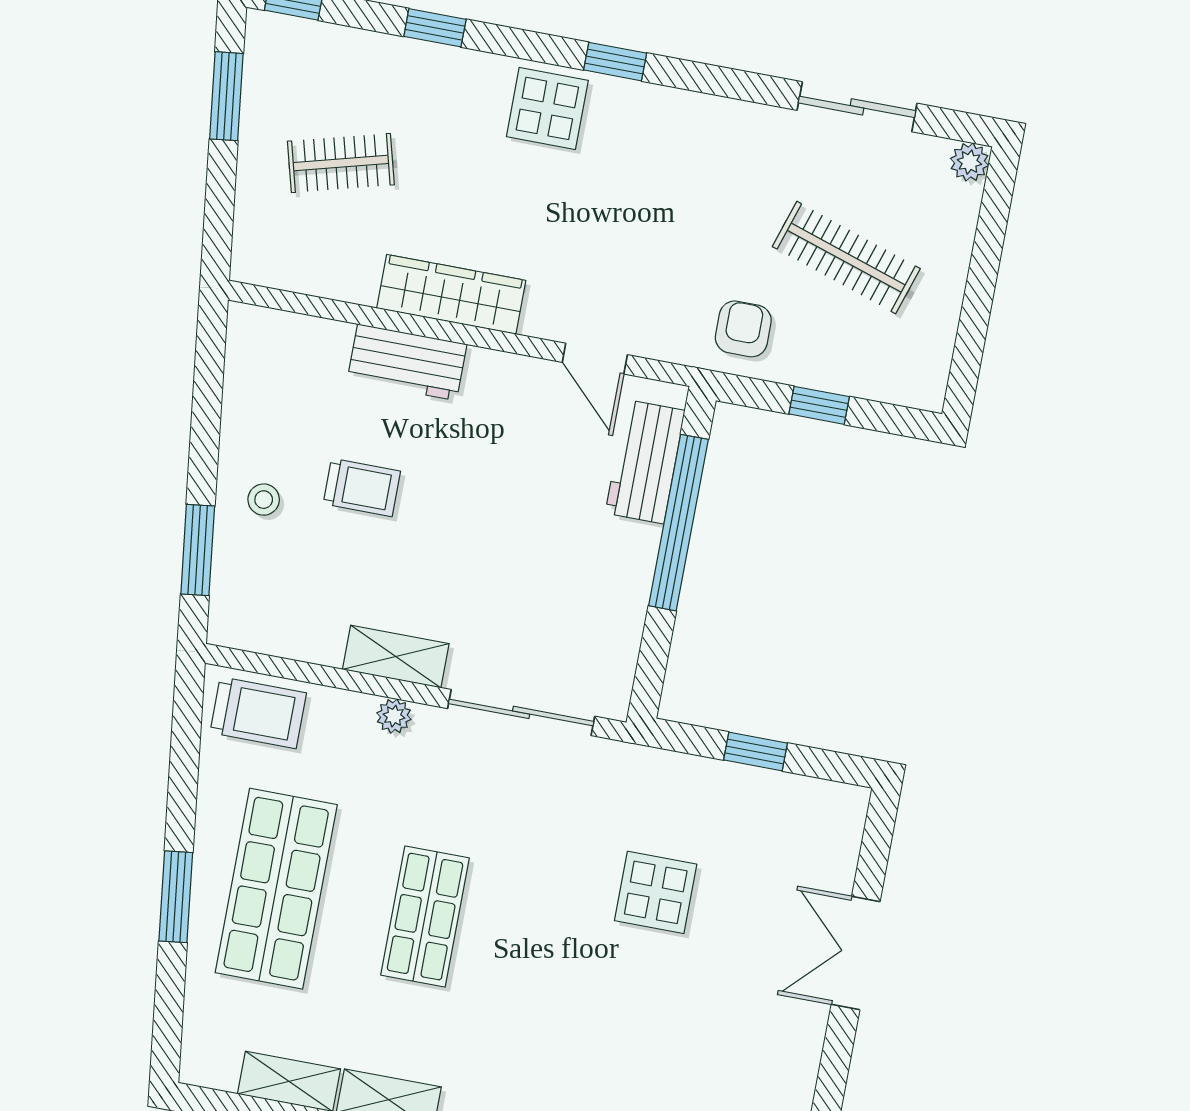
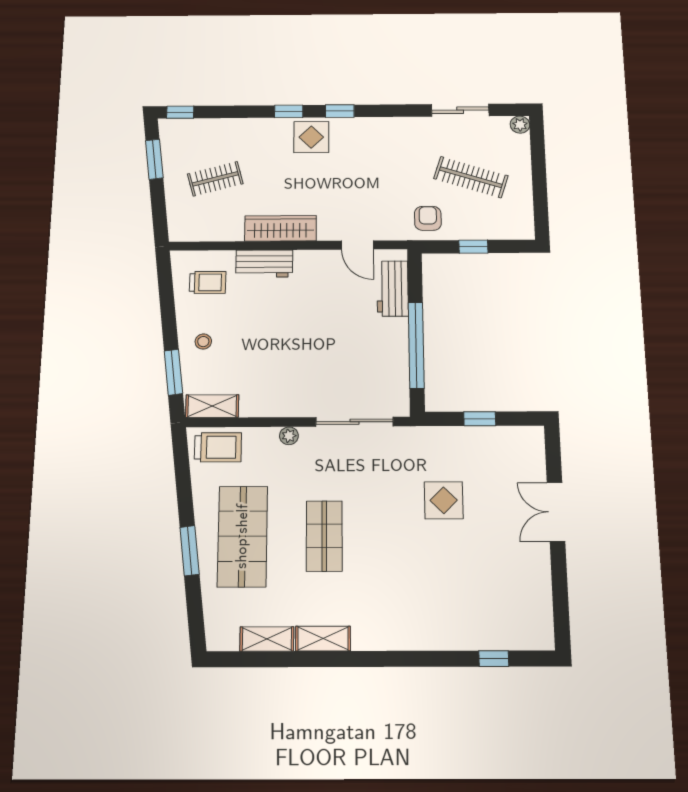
window: (435, 28) -> (289, 111), moved
trolley: (362, 487) -> (208, 282), moved
window: (678, 523) -> (416, 345), moved
shelving: (396, 657) -> (212, 406), moved

